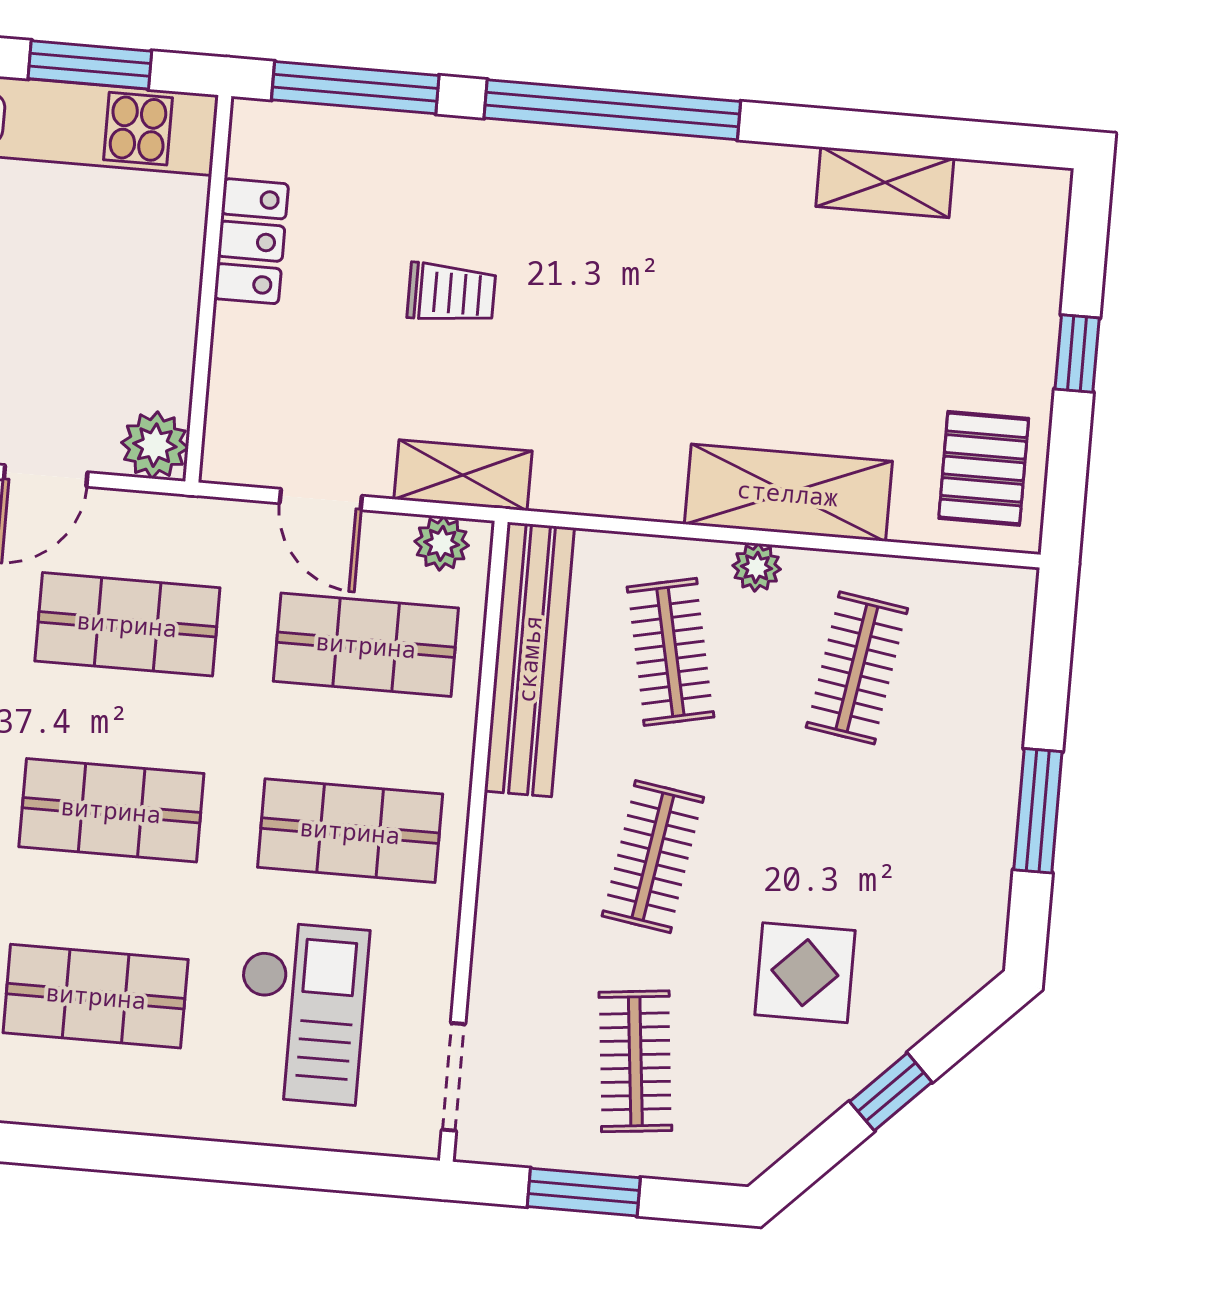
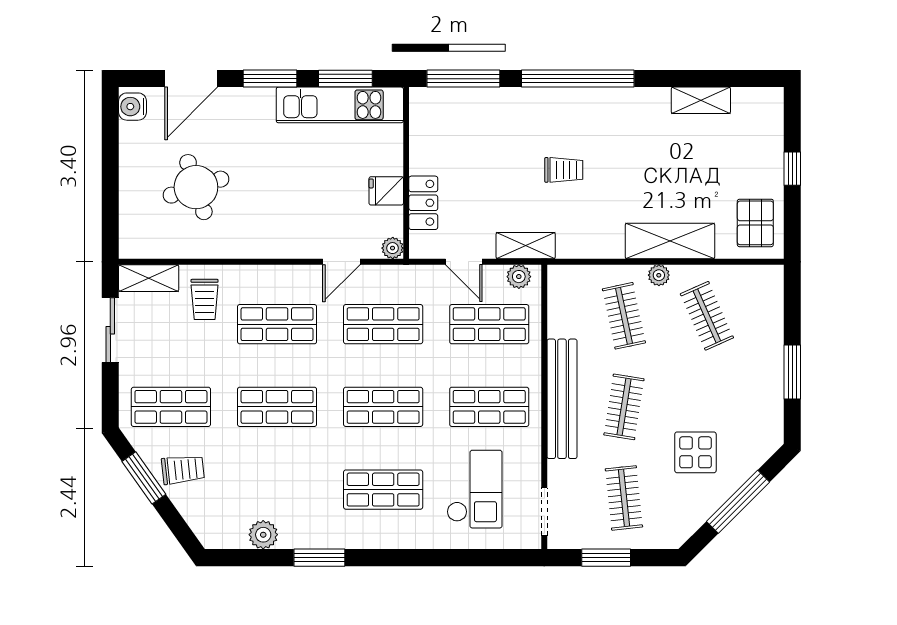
locker: (251, 241) -> (423, 203), moved
trolley: (451, 293) -> (564, 170), moved
fridge: (160, 325) -> (386, 191), added
plant: (155, 445) -> (393, 248), width x0.73, depth x0.73
bench: (529, 659) -> (562, 399), moved
clothes rail: (857, 668) -> (707, 316), turned -33
window: (891, 1092) -> (738, 502), width x2.17

